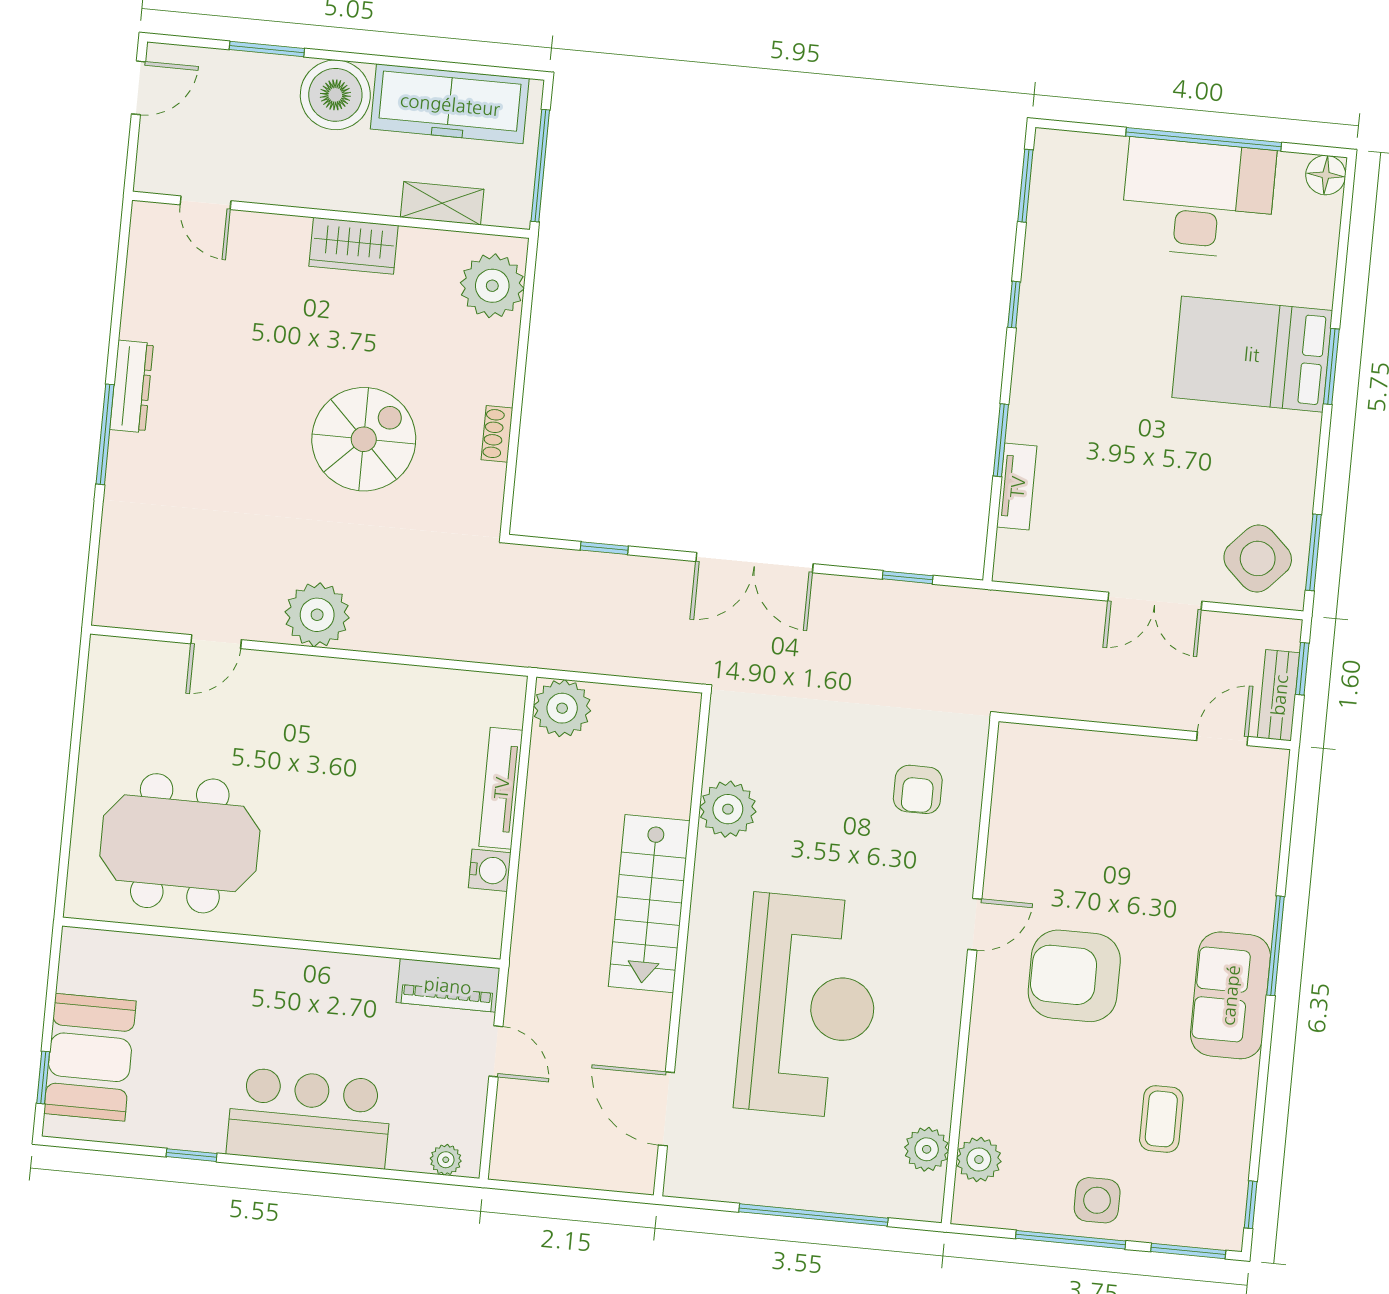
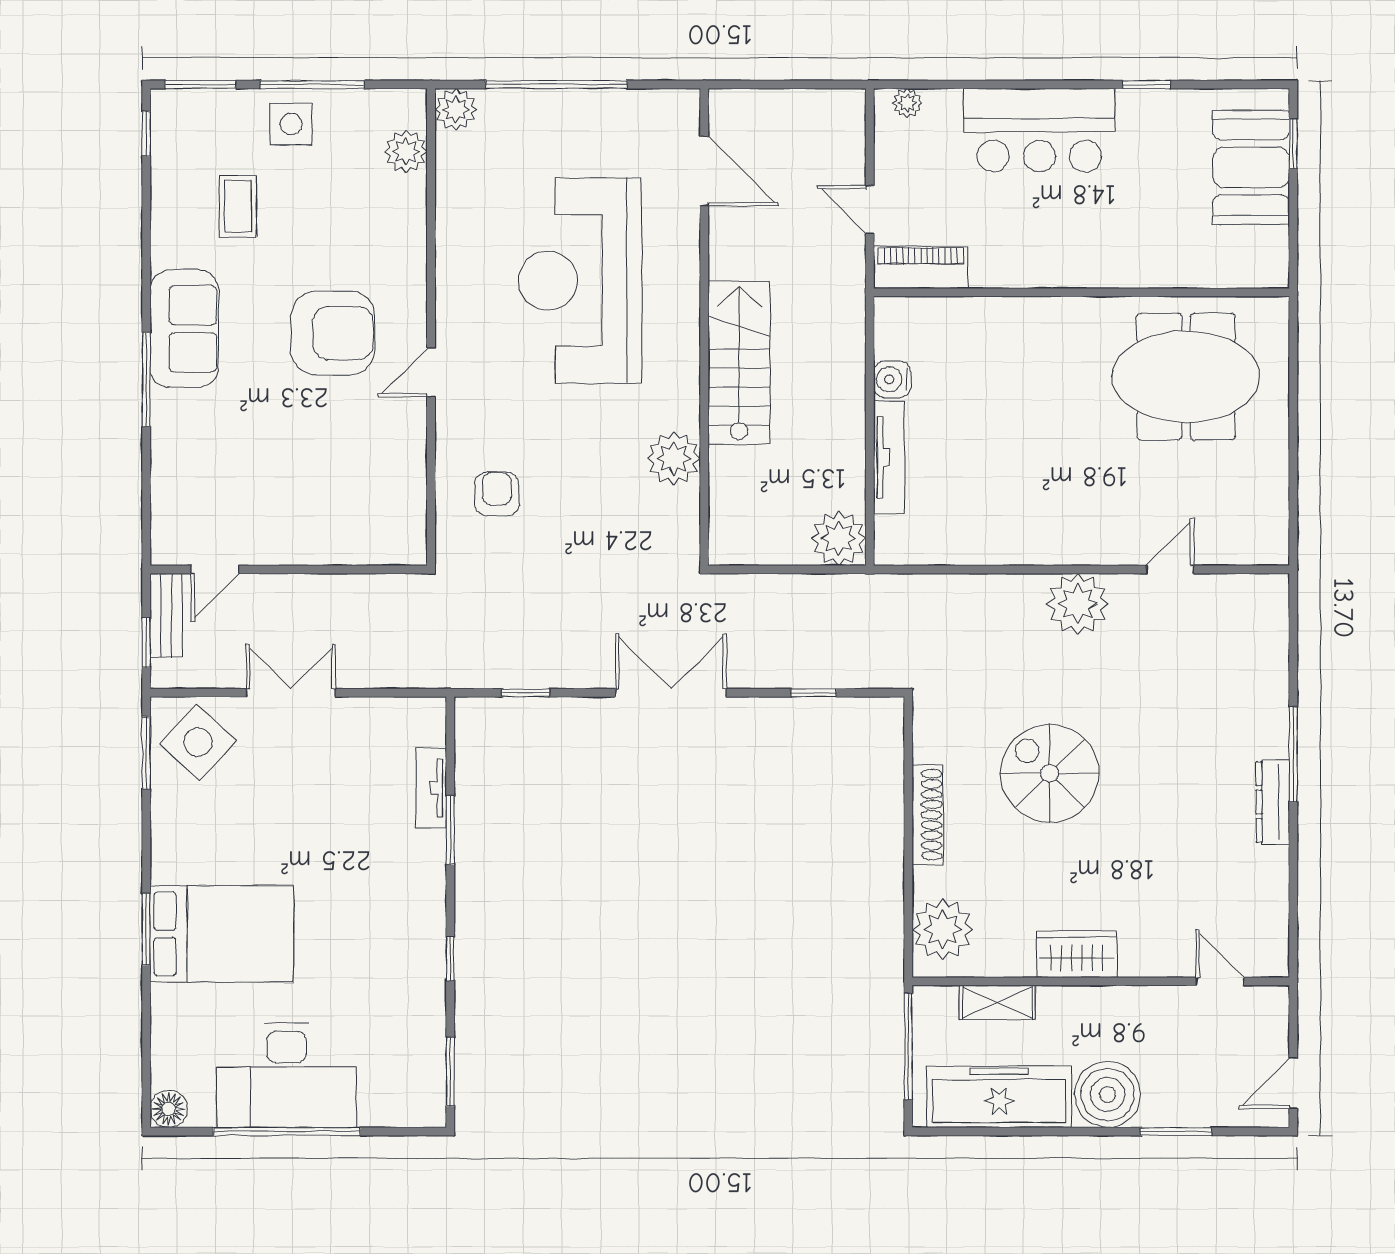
shoe rack: (497, 434) -> (928, 815), width x1.94, depth x1.24
spiral stairs: (364, 439) -> (1050, 773), turned 90
plant: (927, 1149) -> (456, 109), moved

